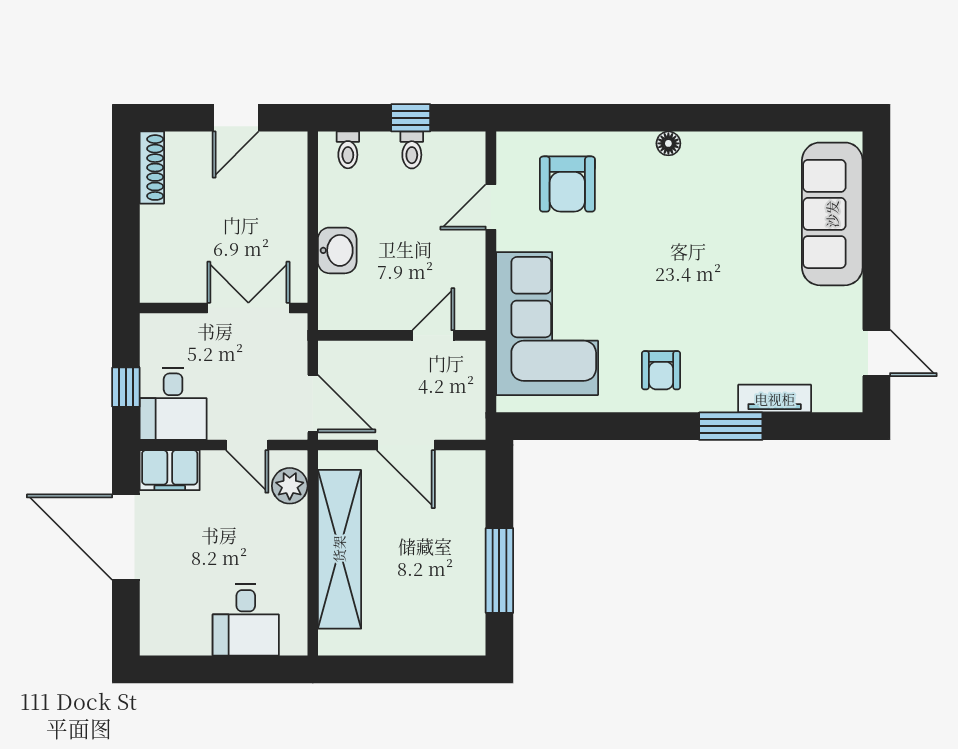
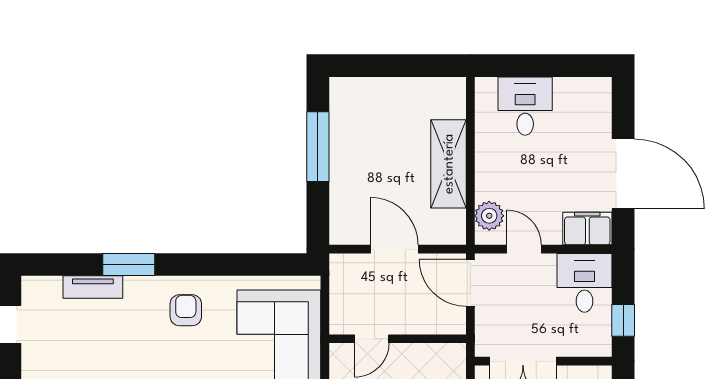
window: (126, 387) -> (623, 320), moved
shelving: (339, 549) -> (449, 164), width x0.68

